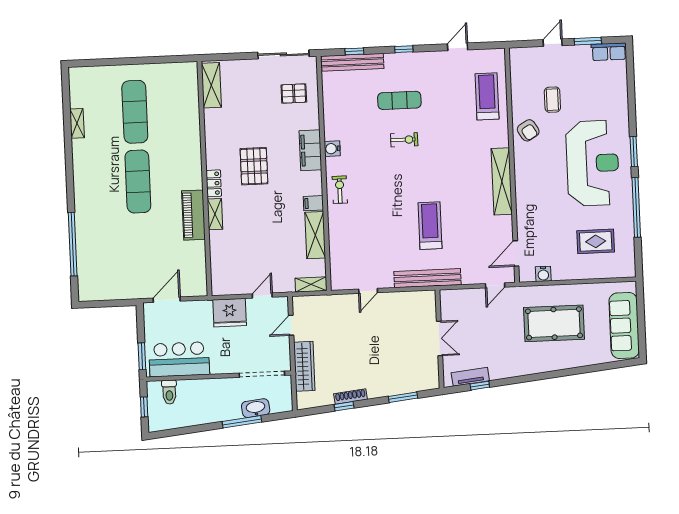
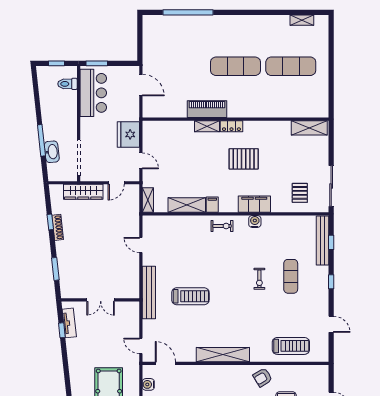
shelving: (77, 123) -> (302, 20), moved
door: (291, 325) -> (116, 183), swing flipped

